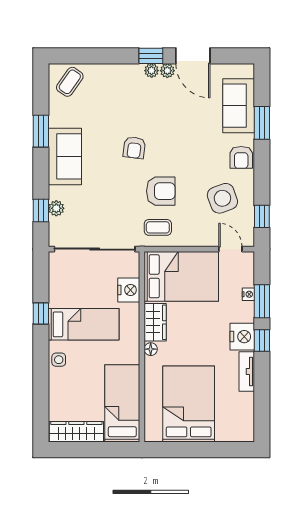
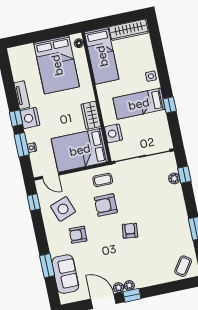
sofa: (65, 156) -> (176, 215), removed
armchair: (241, 157) -> (78, 235), moved, turned -88
floor lamp: (151, 349) -> (79, 43), moved

